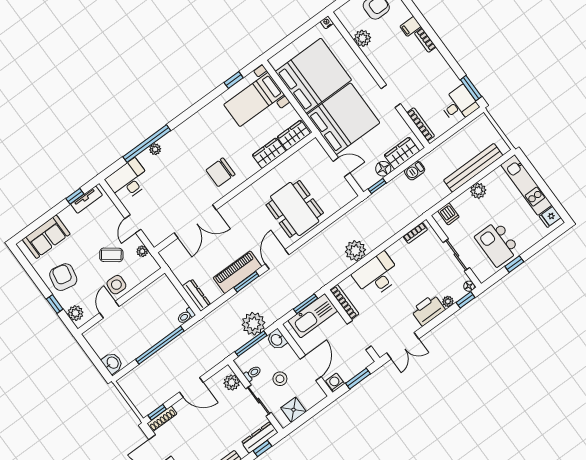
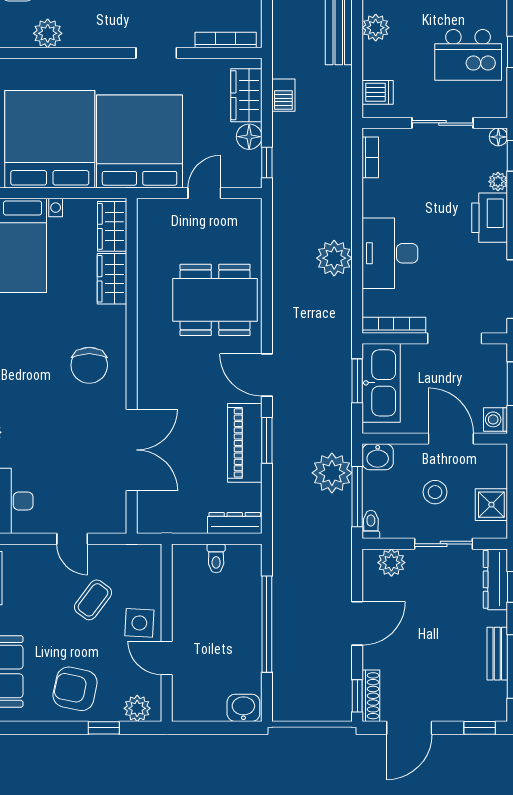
plant: (142, 251) -> (119, 553), removed
toilet: (186, 316) -> (216, 558), moved
toilet: (253, 373) -> (371, 524), moved

